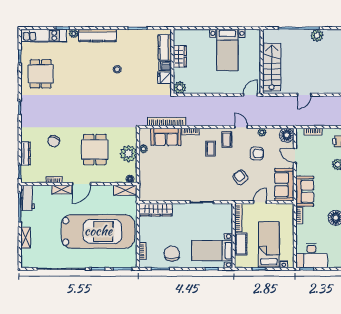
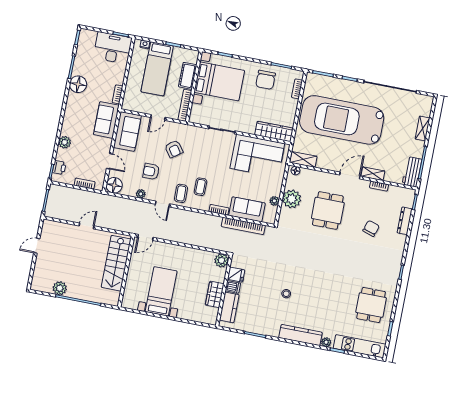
corner sofa: (166, 185) -> (257, 156), added
bed with nightstands: (212, 251) -> (219, 81), width x1.36

